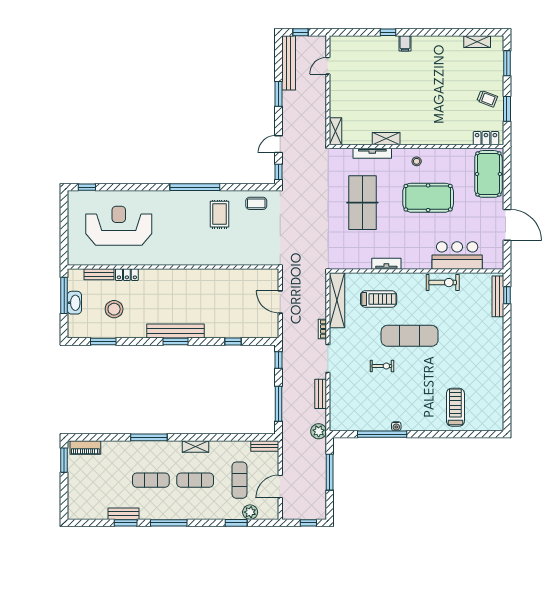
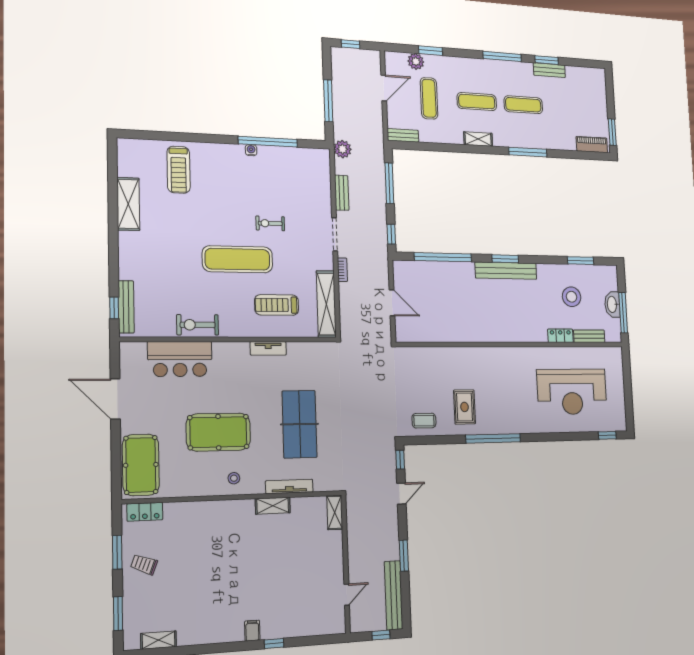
window: (233, 342) -> (443, 257), width x3.17
shelving: (495, 378) -> (128, 204), added

